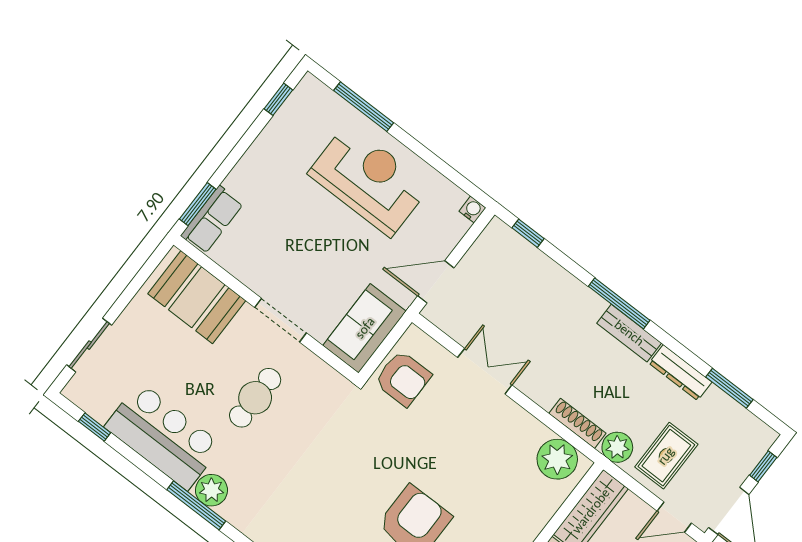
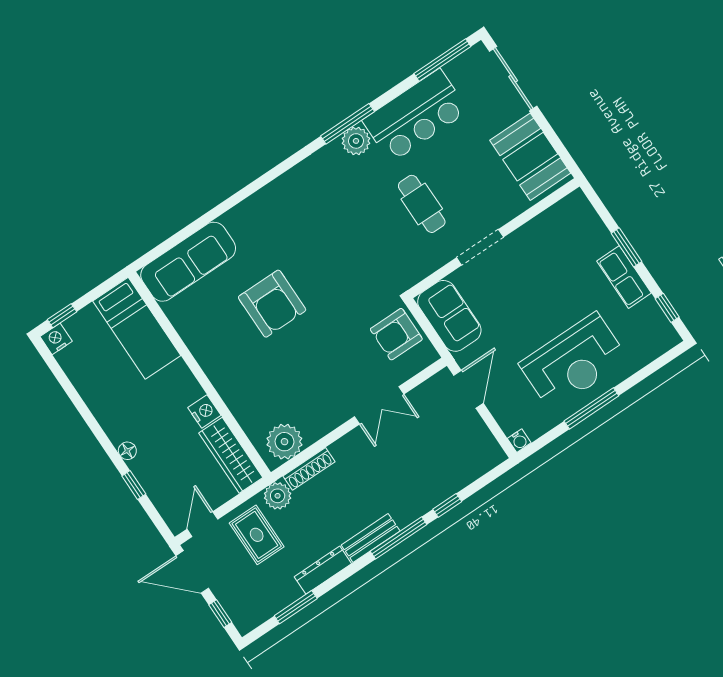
window: (364, 107) -> (591, 408), moved
window: (198, 204) -> (626, 247), moved
row of seats: (212, 220) -> (624, 277), moved
window: (528, 233) -> (447, 505), moved
booth: (197, 297) -> (530, 157), moved, turned 90
sliding door: (89, 345) -> (513, 79), width x1.37
window: (95, 427) -> (442, 60), width x2.17

